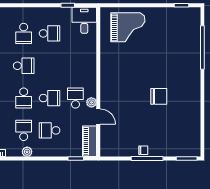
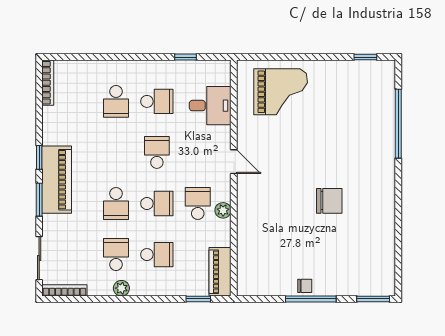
desk: (84, 20) -> (210, 106), moved, turned 90
school desk: (24, 66) -> (157, 152), moved, turned -90
door: (98, 117) -> (234, 162), moved
school desk: (50, 130) -> (157, 255), turned 180

